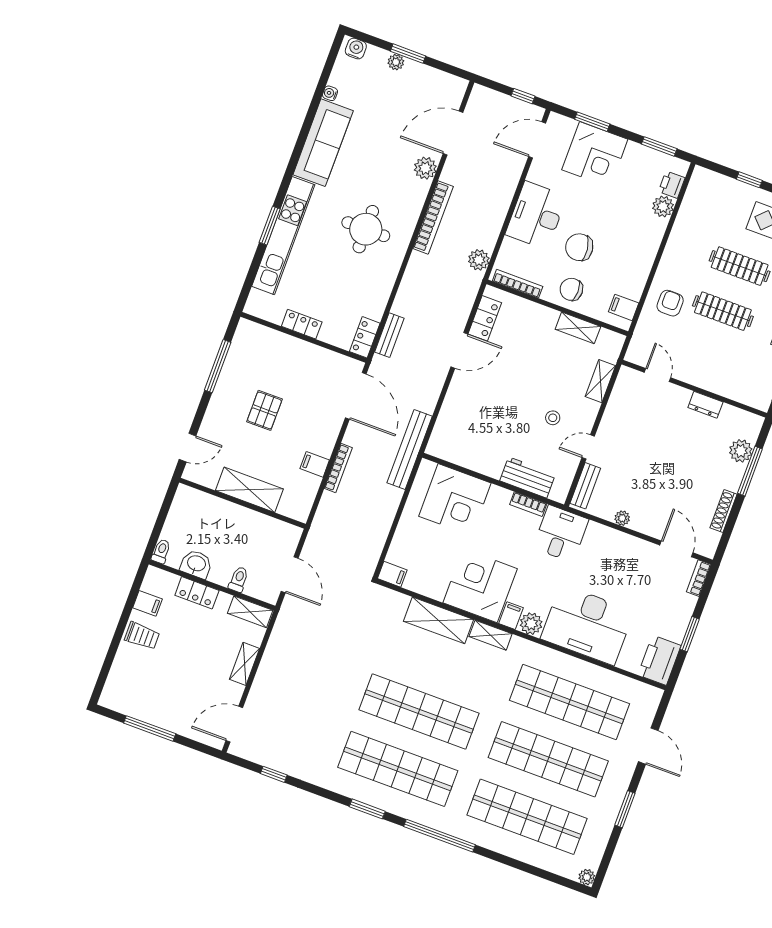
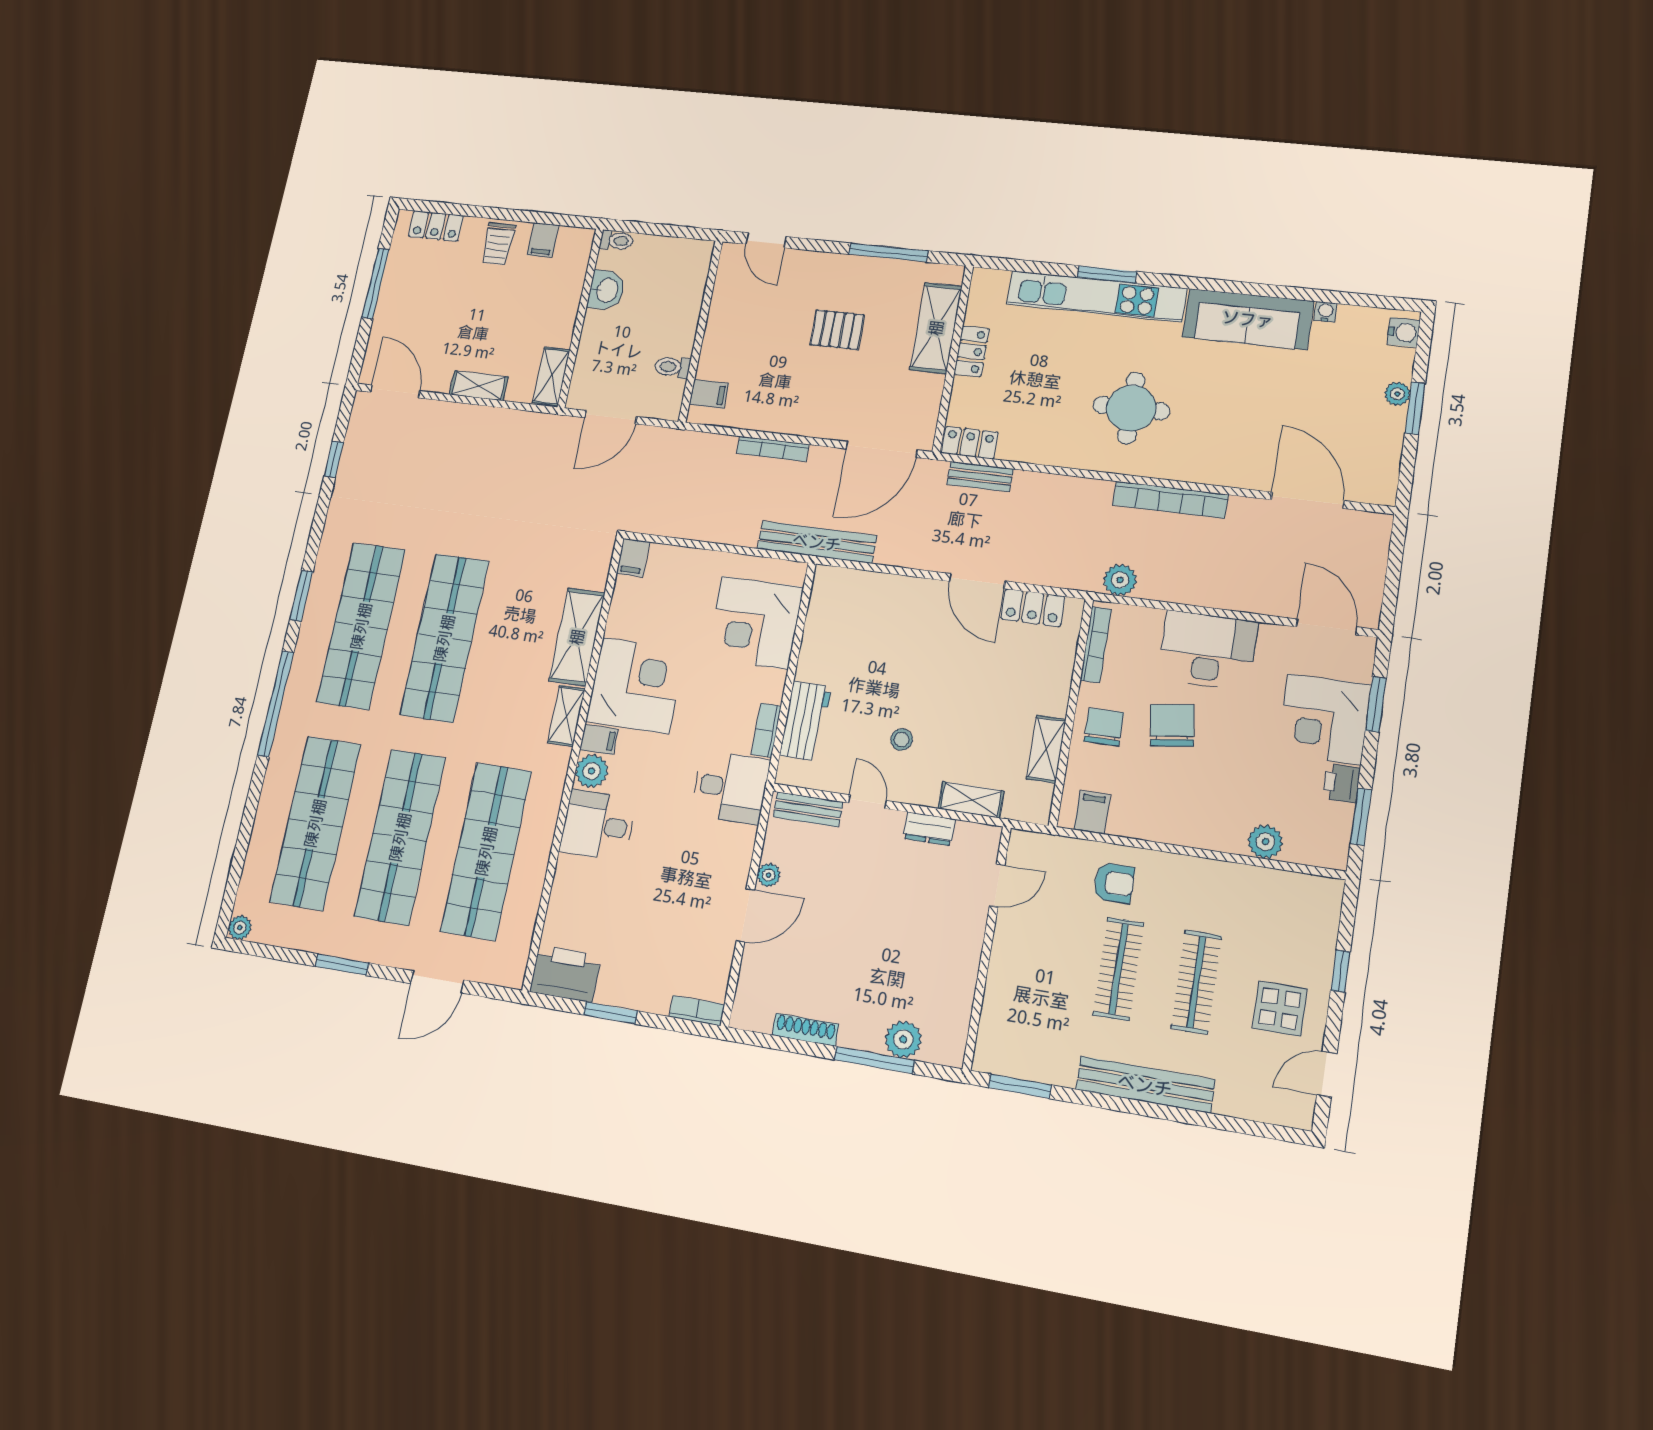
window: (523, 96) -> (1391, 591), removed
plant: (425, 168) -> (1243, 472), removed
printer: (672, 185) -> (1341, 783), moved, turned -90
dresser: (705, 405) -> (929, 829), moved, turned -90
filing cabinet: (315, 464) -> (709, 394), moved, turned 90
shelving: (249, 490) -> (936, 328), moved
door: (676, 549) -> (745, 915), moved
toilet: (239, 579) -> (672, 367), moved, turned 180
locker: (197, 593) -> (436, 226), moved, turned -90
desk: (587, 625) -> (598, 825), width x0.53, depth x0.77

